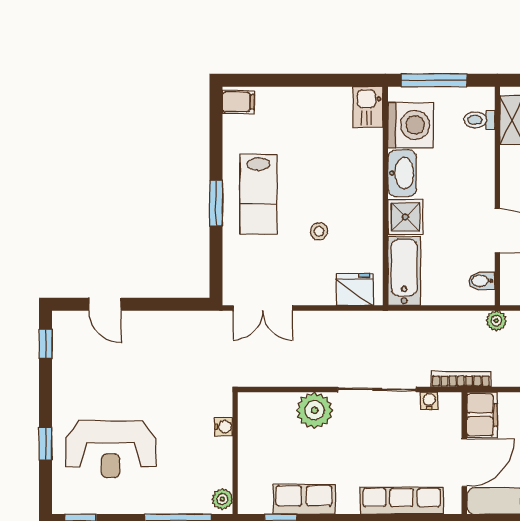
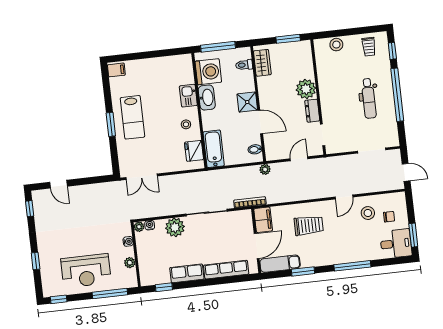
kitchen sink: (368, 107) -> (188, 96), moved
shower: (405, 217) -> (247, 102), moved
stool: (319, 231) -> (186, 124), moved
fridge: (354, 290) -> (194, 151), moved, turned -90
water cooler: (429, 401) -> (150, 225), moved
plant: (247, 402) -> (139, 227), added
reception desk: (111, 449) -> (86, 271), moved
plant: (222, 499) -> (130, 263), moved
row of seats: (304, 499) -> (187, 273), moved

